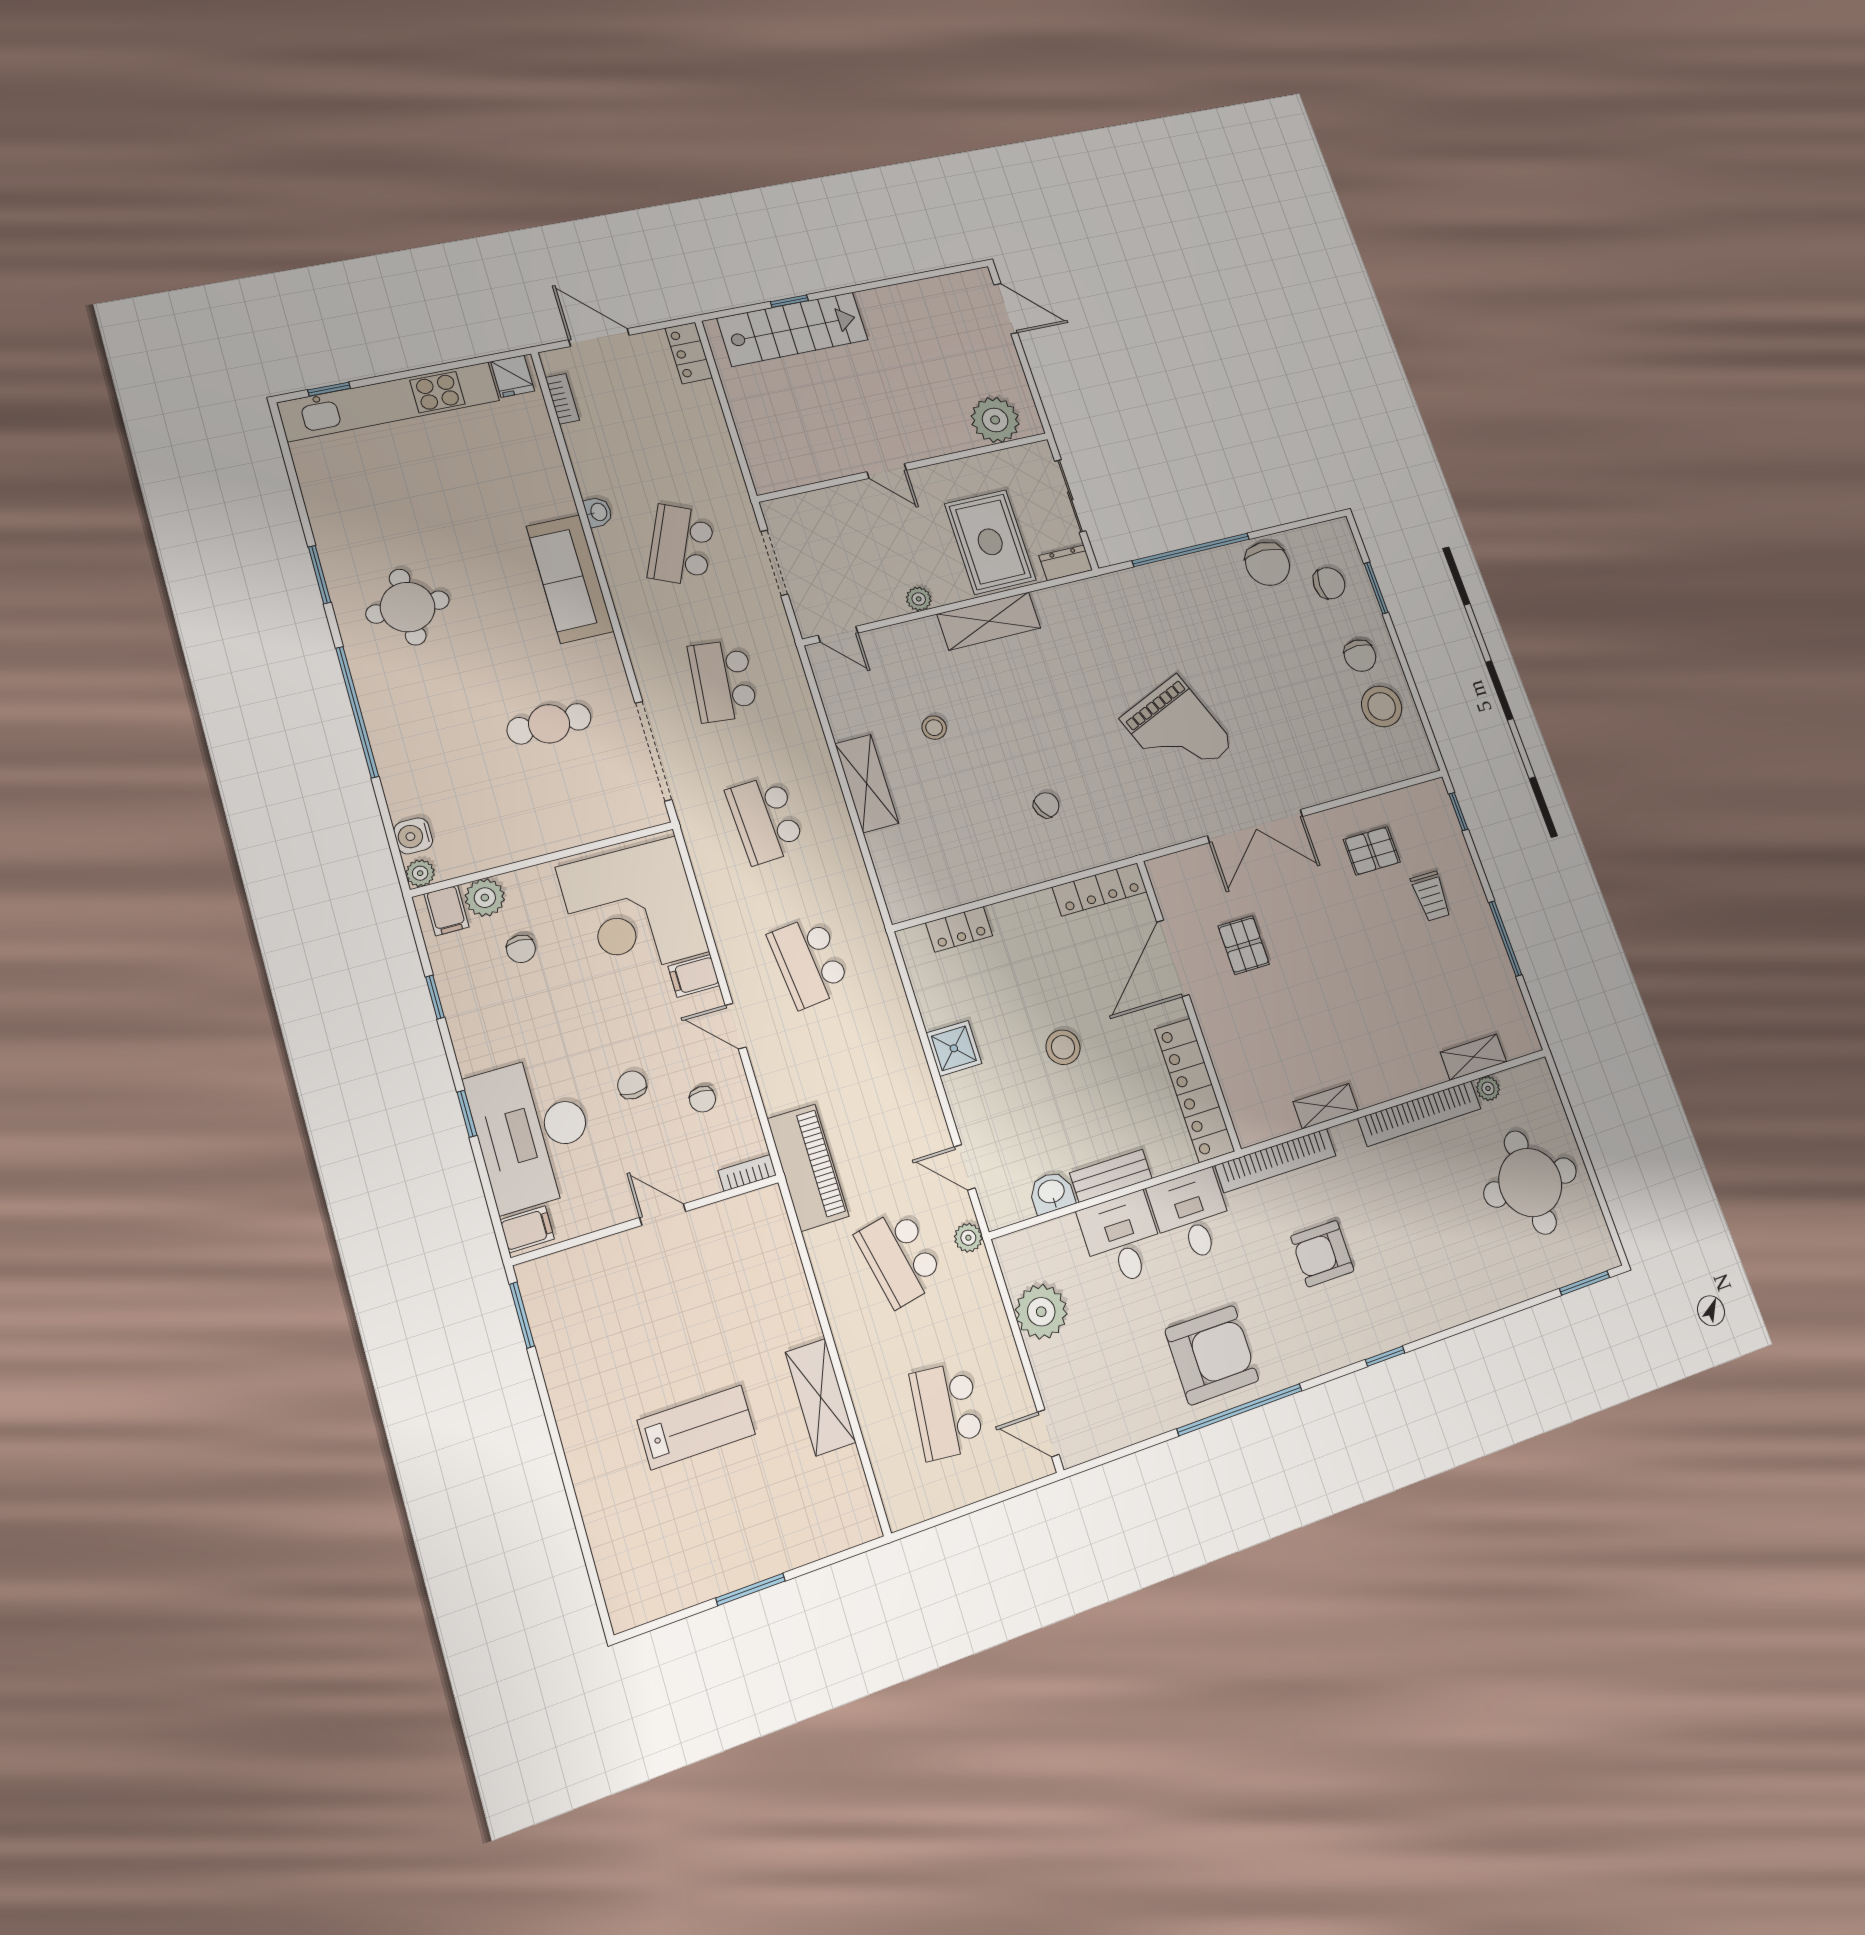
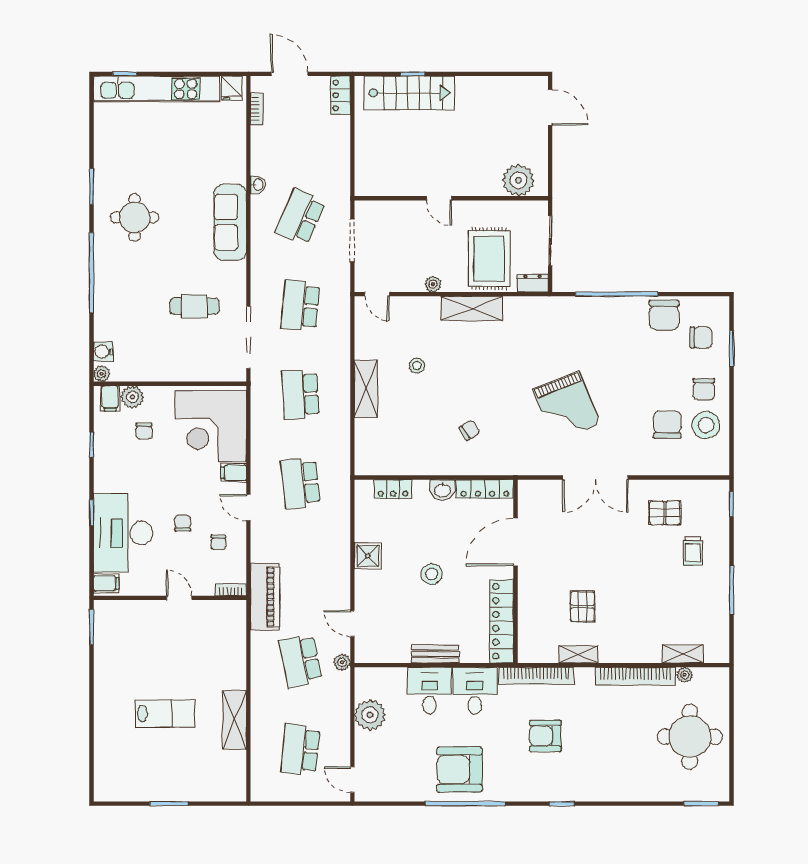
chair: (1329, 720) -> (667, 425), added
pallet: (1244, 945) -> (582, 607), moved
washbasin: (1052, 1192) -> (442, 490), moved, turned 180
armchair: (1212, 1355) -> (460, 770), turned 180

